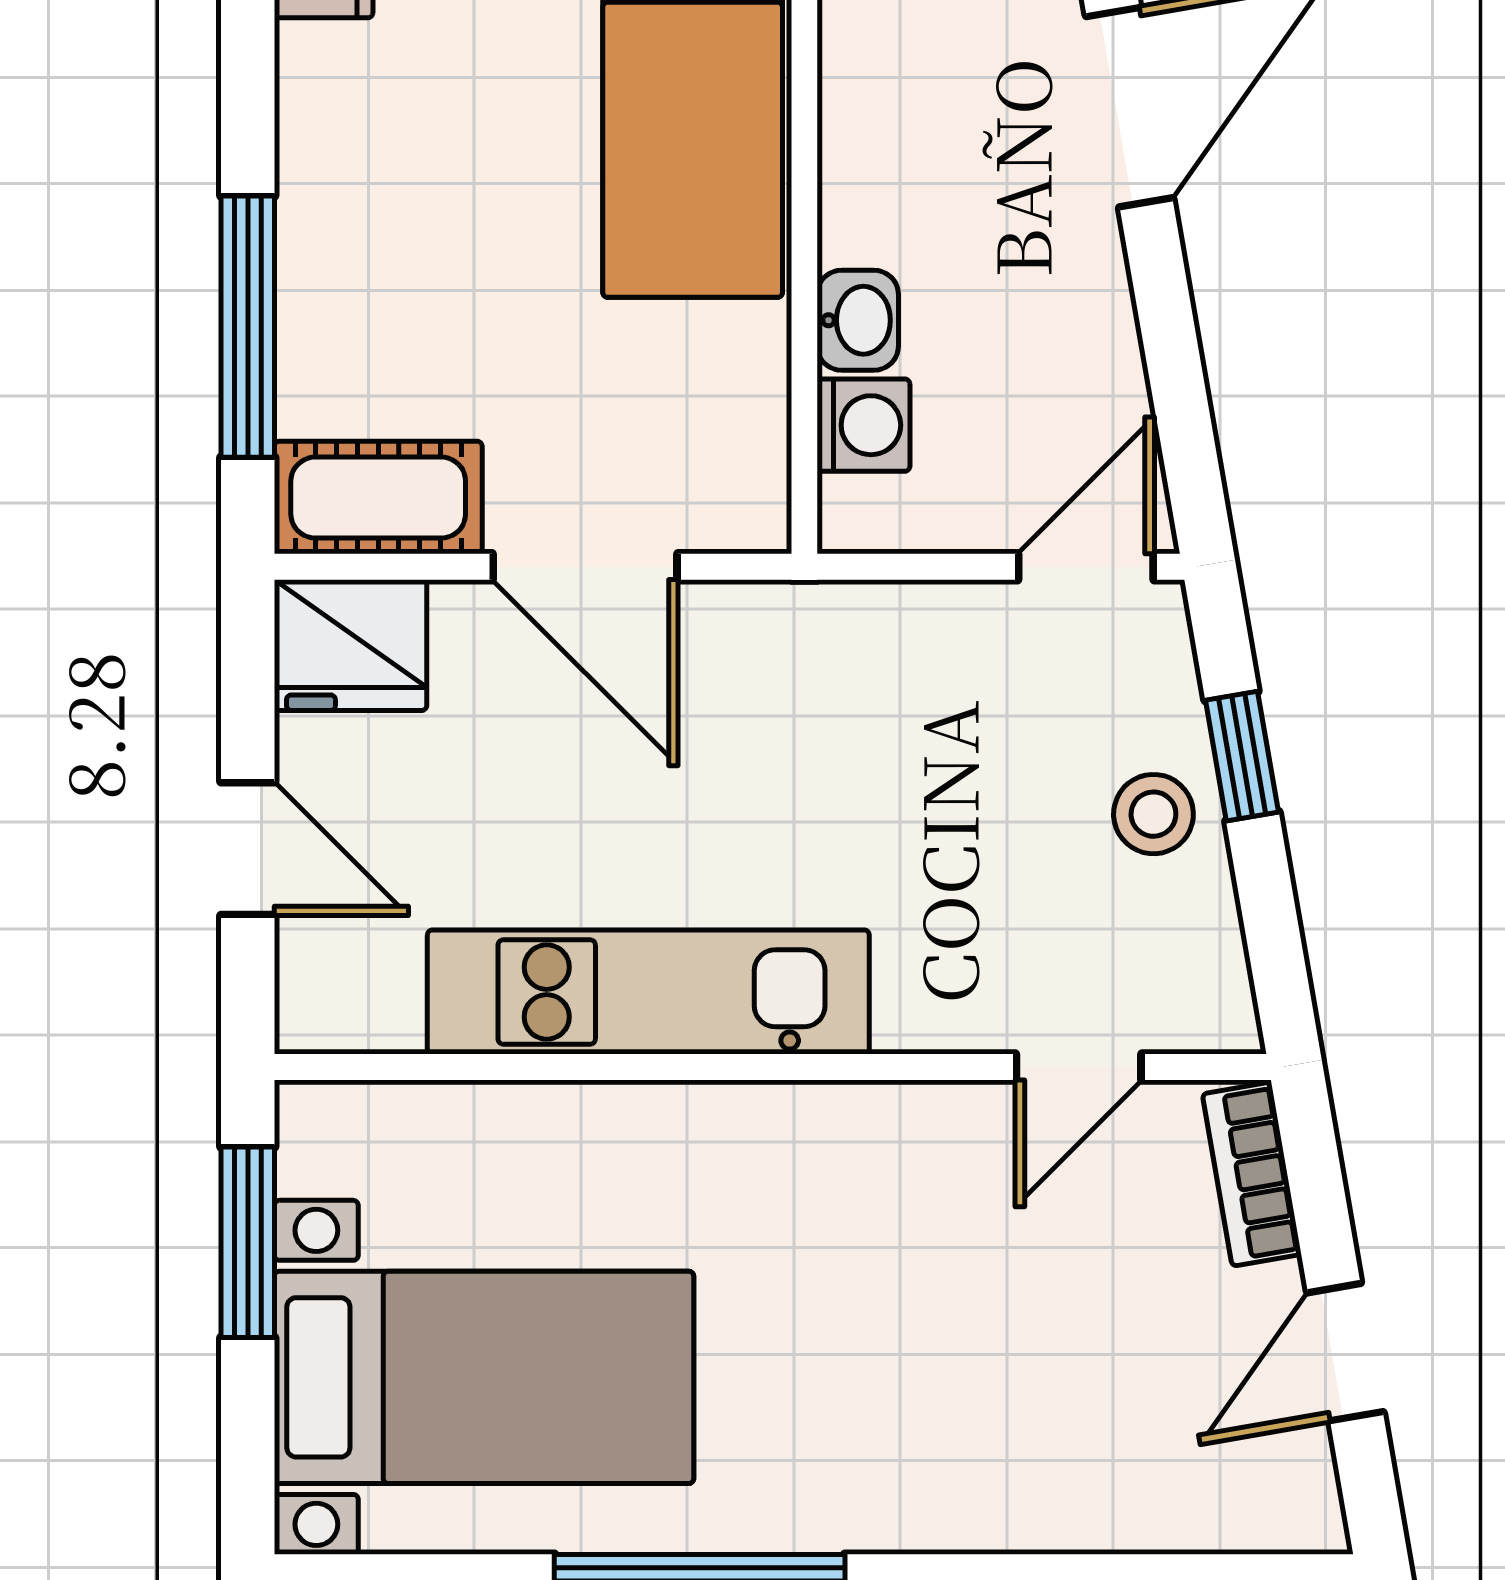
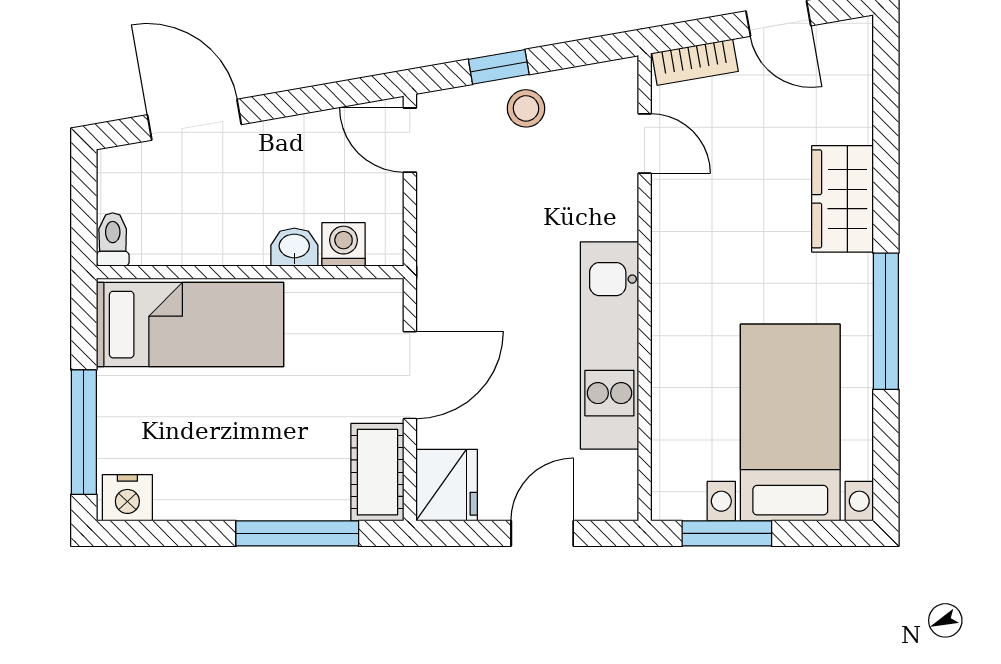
wardrobe: (961, 1489) -> (843, 199), added

